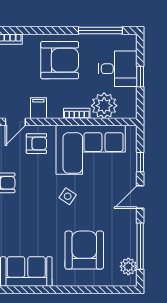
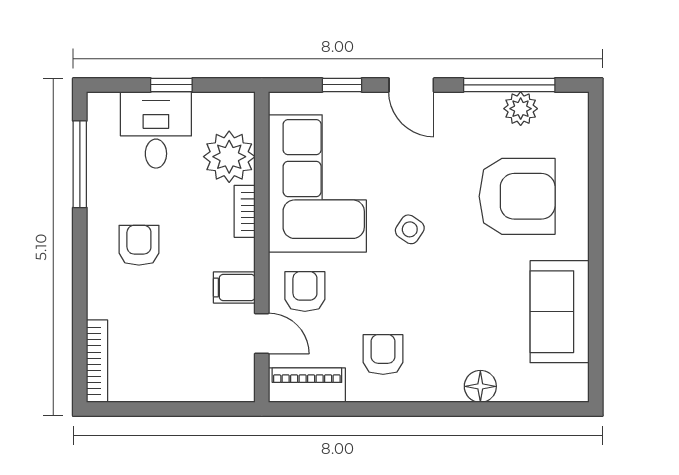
armchair: (60, 60) -> (139, 245), width x0.53, depth x0.53
armchair: (84, 250) -> (517, 196), turned 180
plant: (128, 266) -> (521, 109), moved

